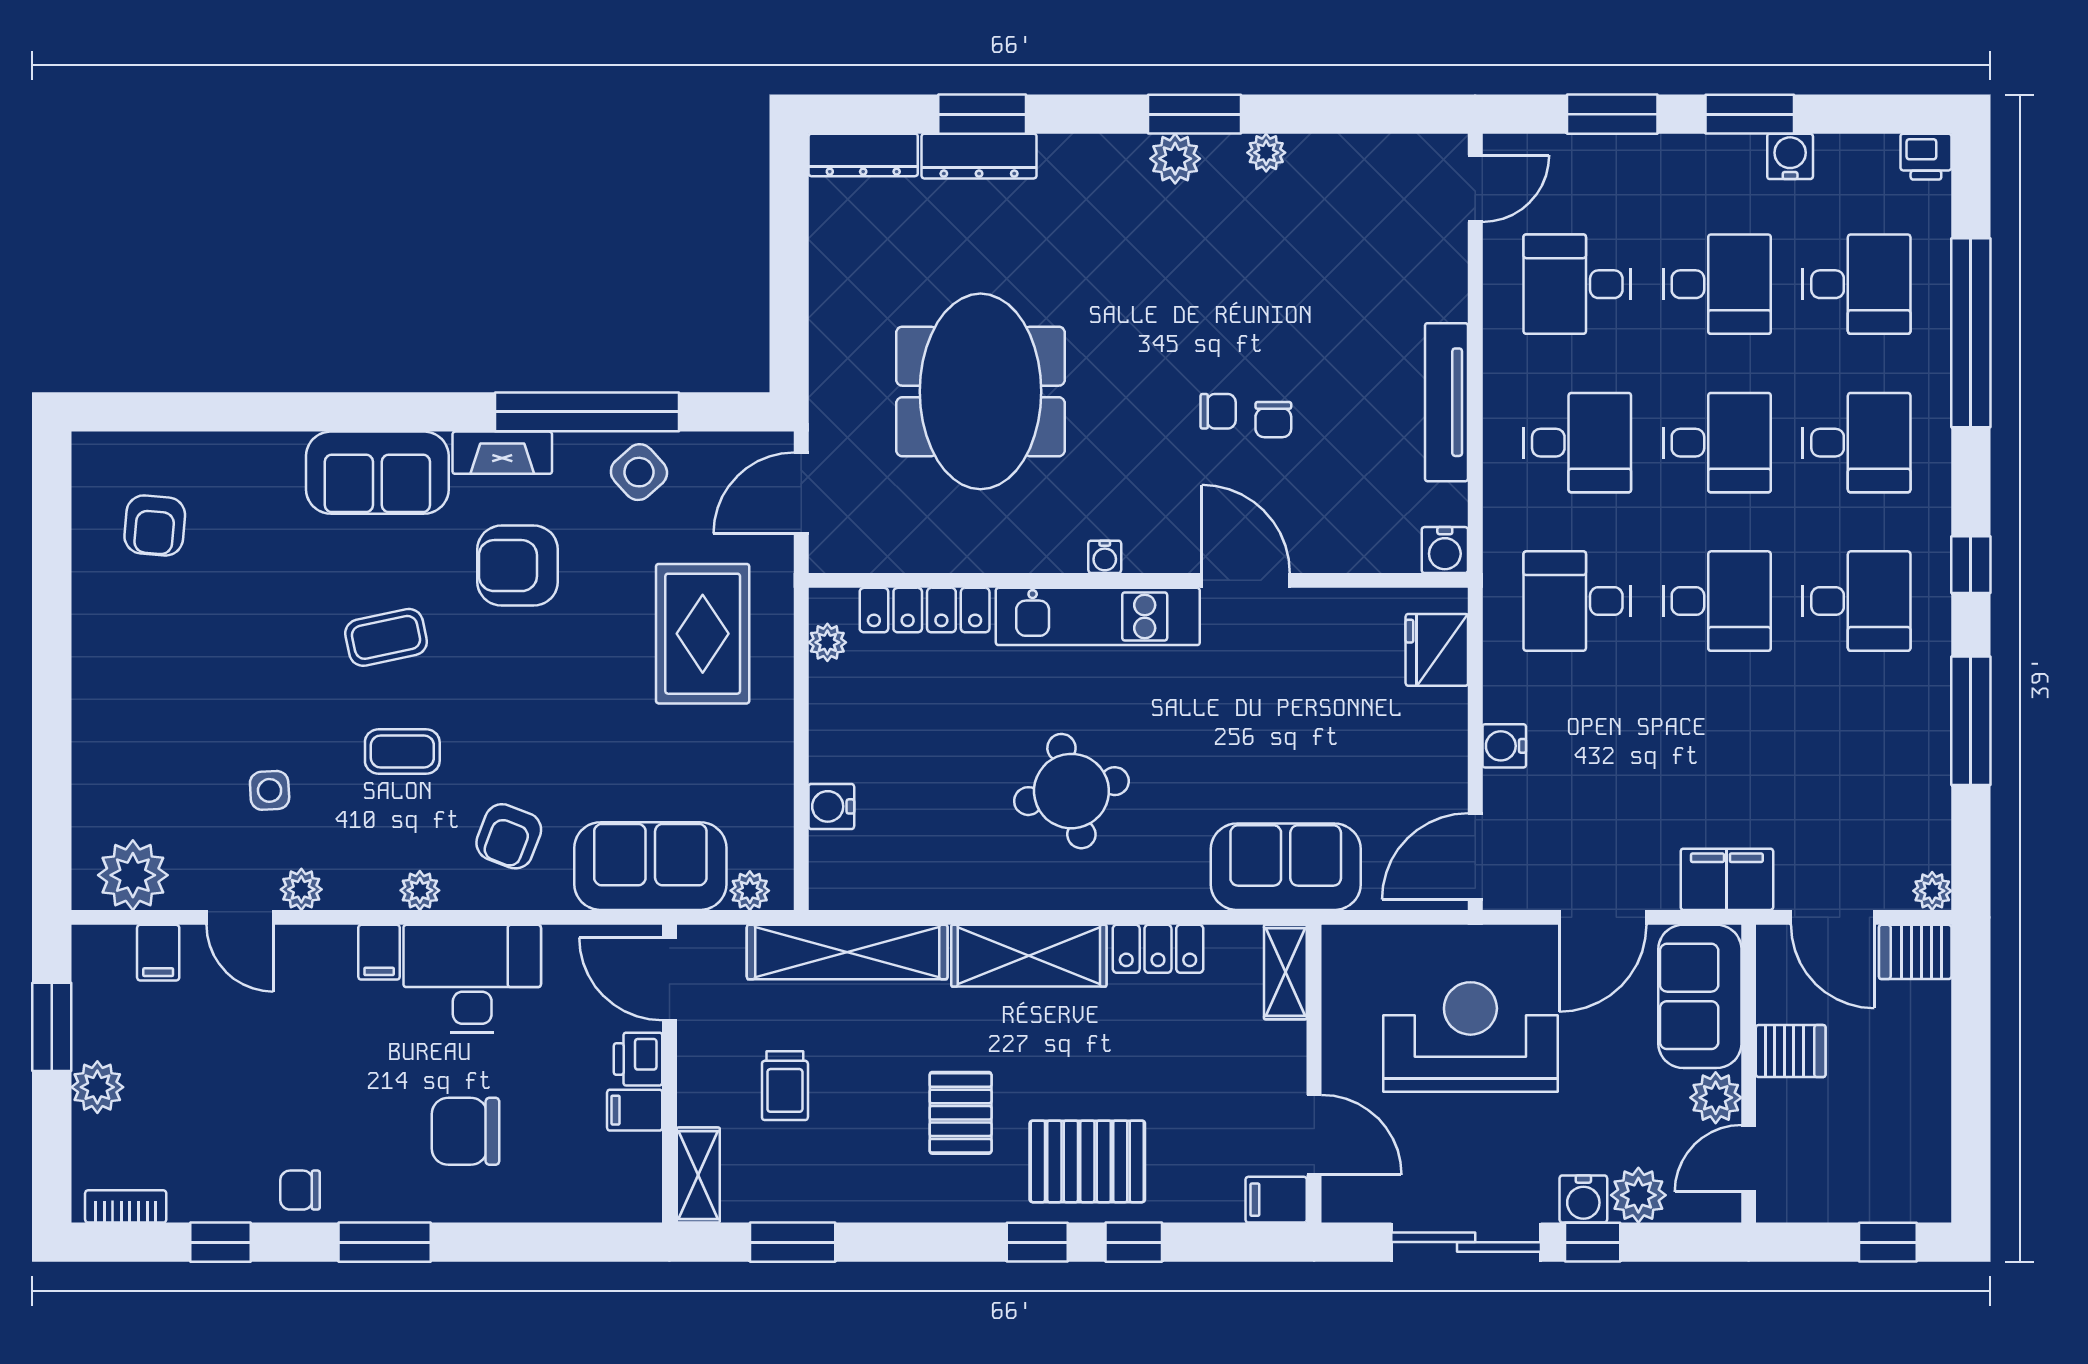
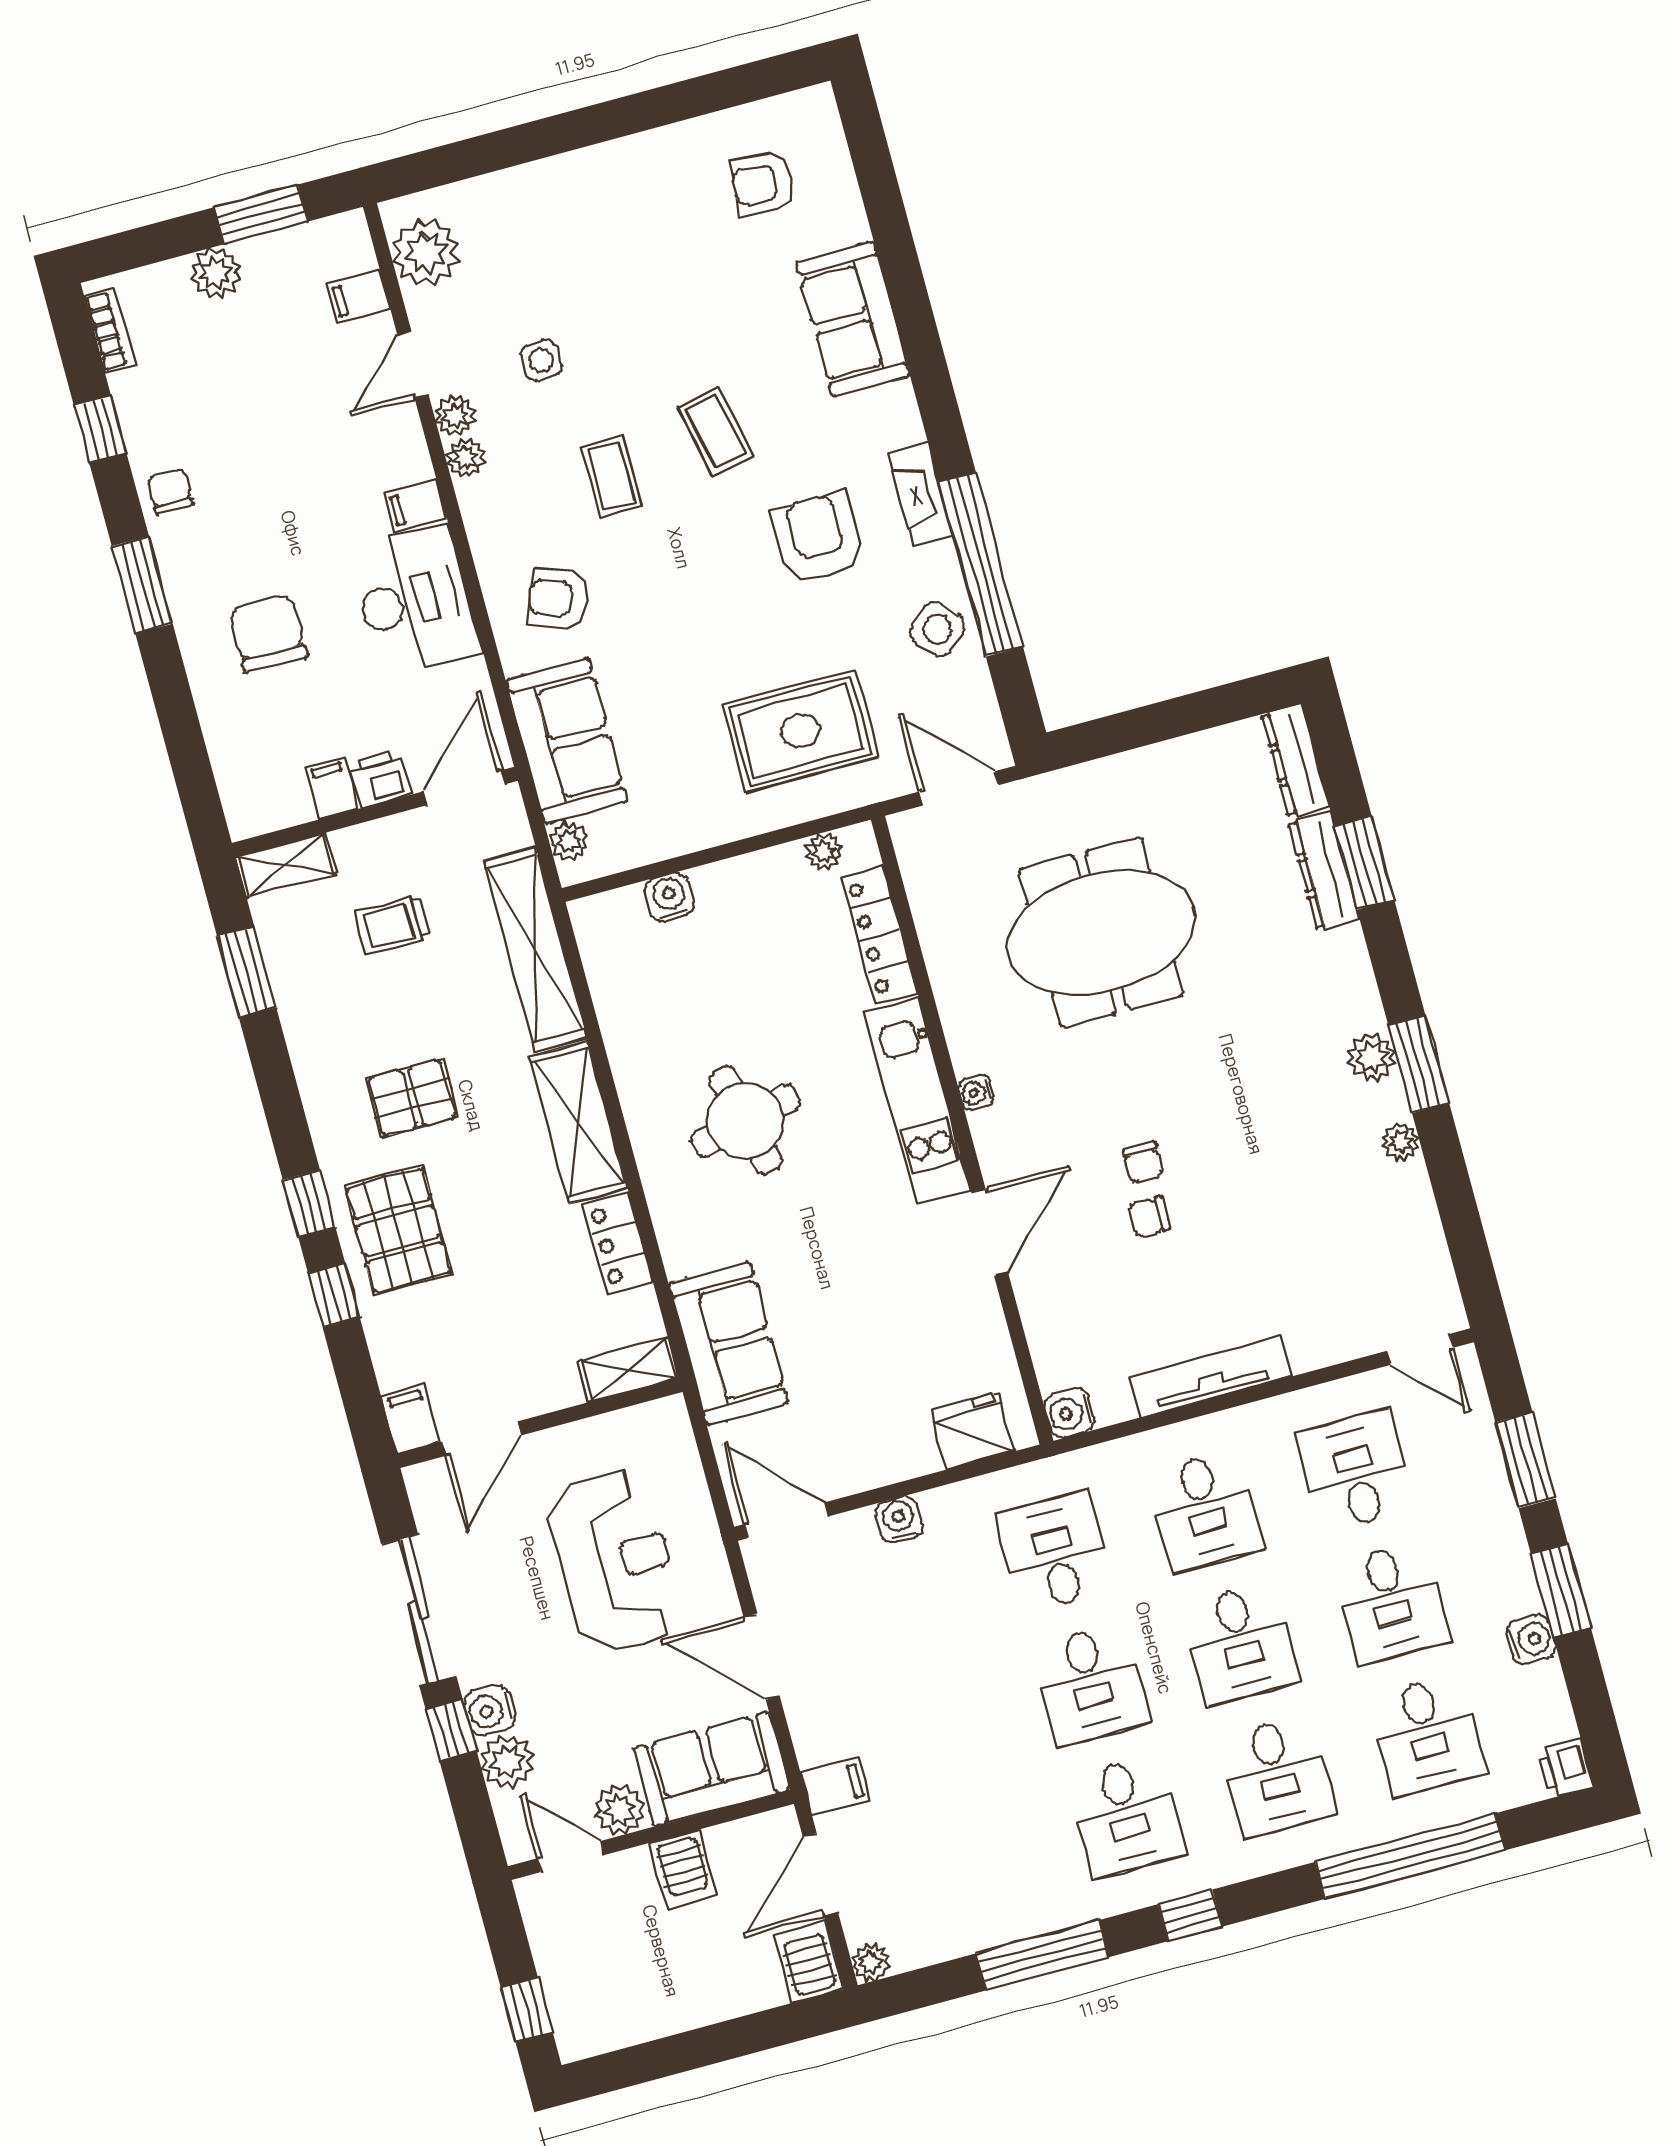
sofa: (377, 473) -> (853, 319), moved
filing cabinet: (1727, 879) -> (835, 1786), width x0.50
plant: (420, 890) -> (466, 458), moved

